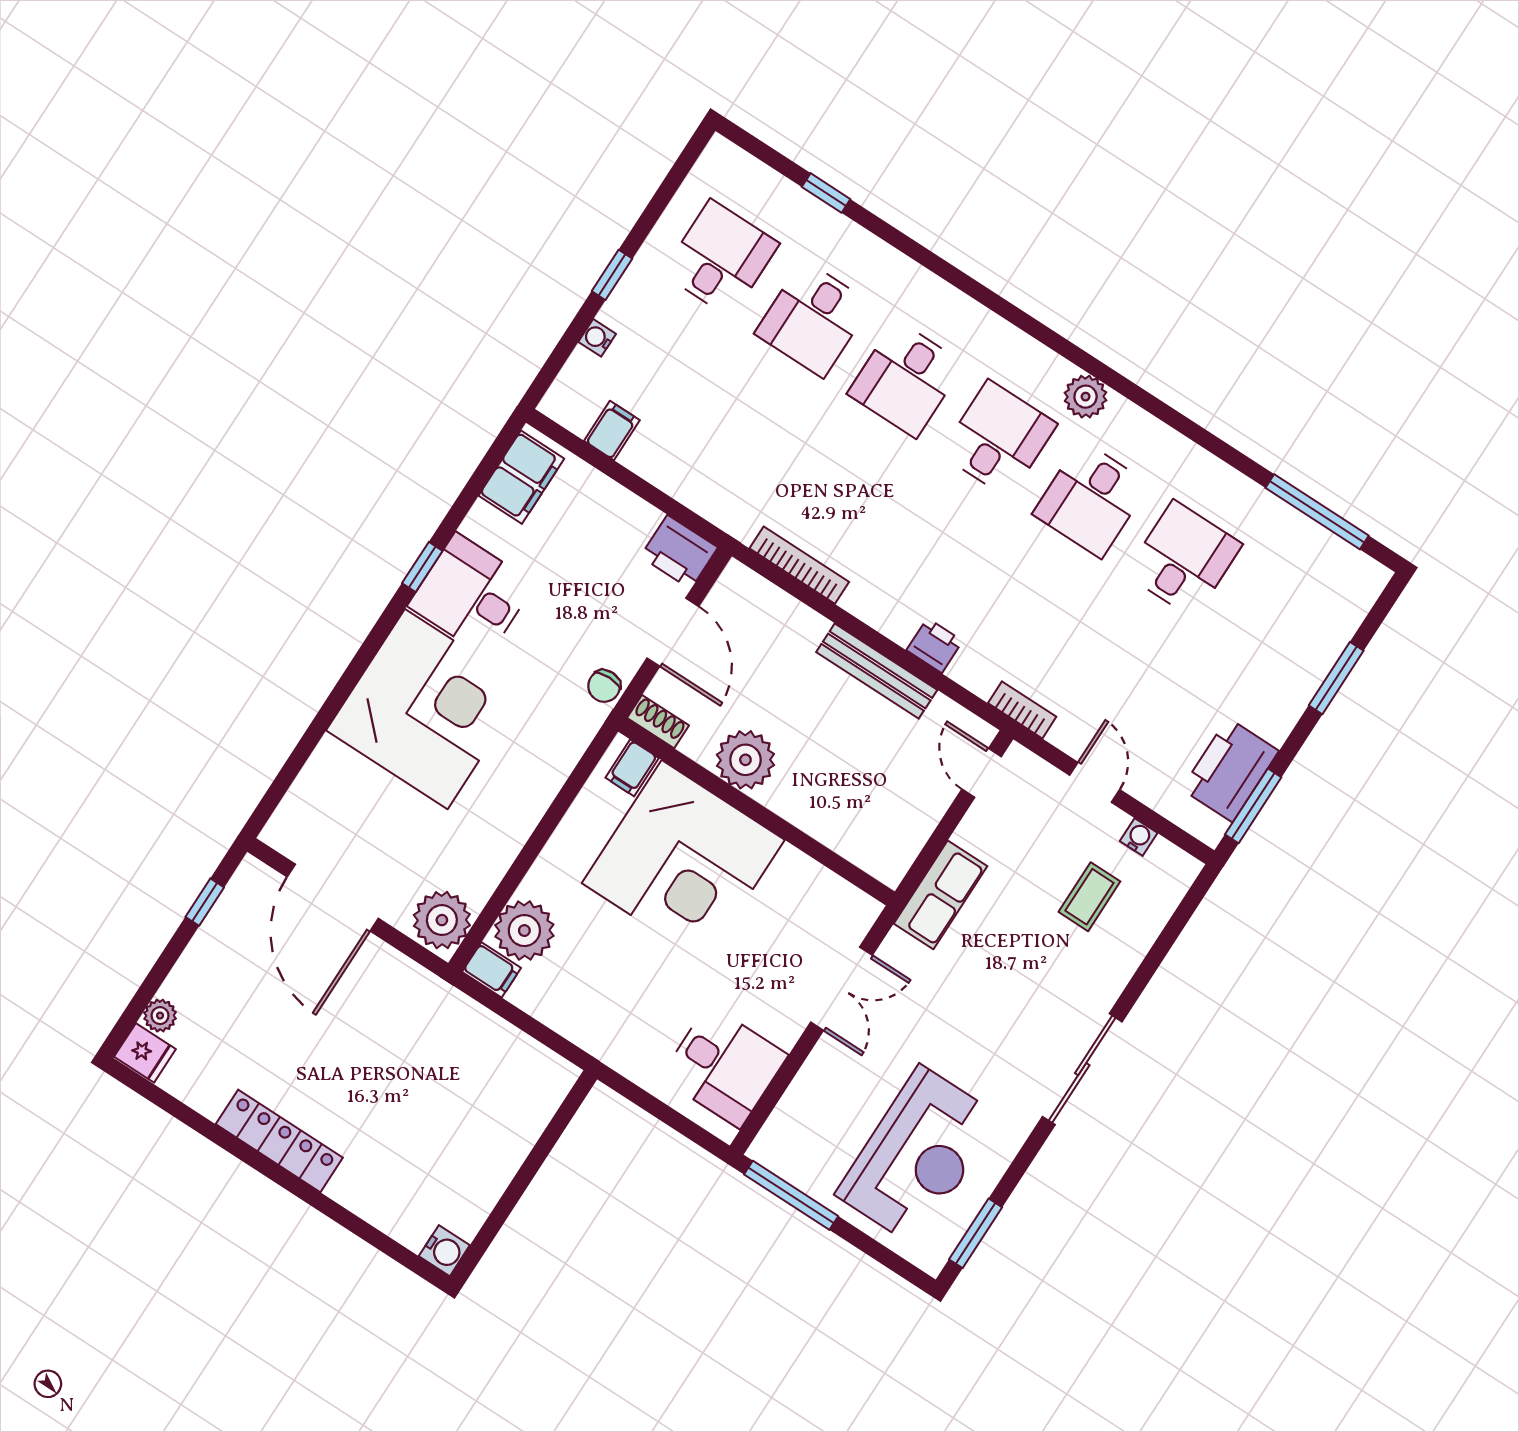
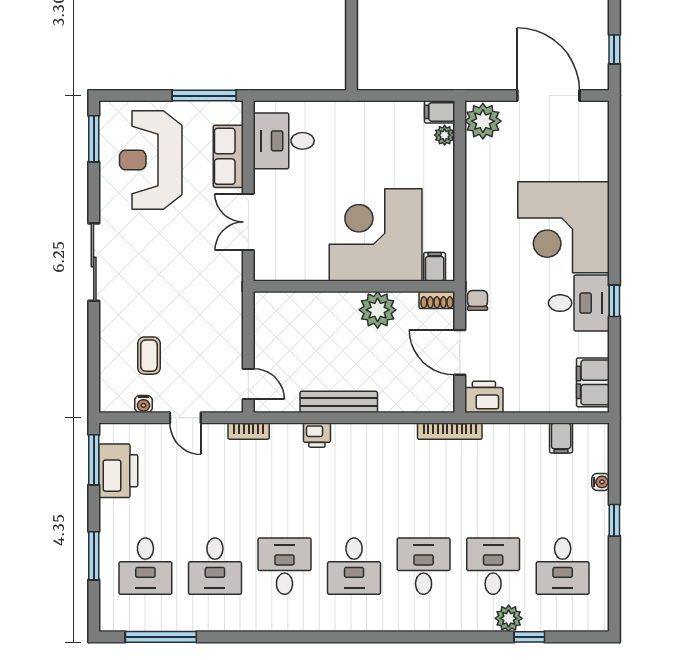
plant: (1086, 397) -> (509, 618), moved
bookcase: (799, 565) -> (450, 431), moved
desk: (1276, 619) -> (145, 566), added
row of seats: (941, 895) -> (228, 156), moved
plant: (524, 931) -> (445, 135), width x0.53, depth x0.53

